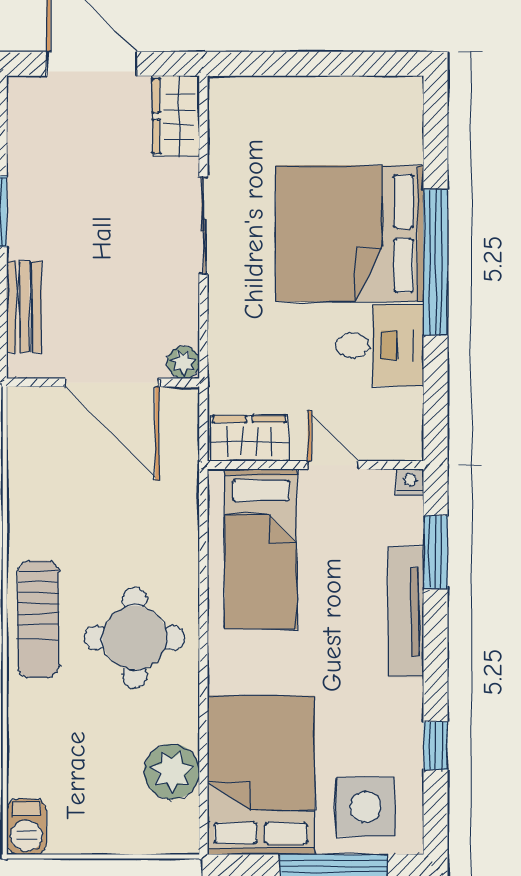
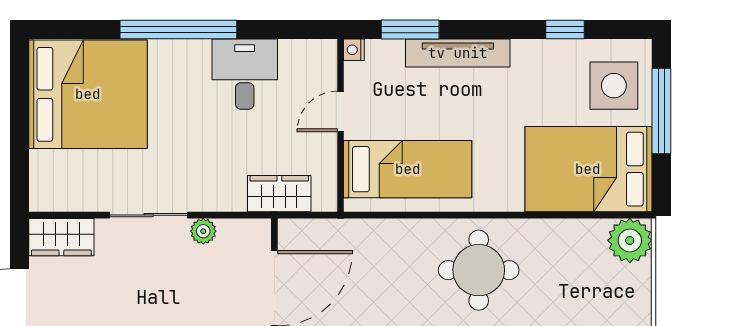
bed: (350, 233) -> (88, 94), moved, turned -90
plant: (183, 362) -> (203, 231), moved
wardrobe: (249, 438) -> (279, 194), moved, turned 90
plant: (172, 772) -> (630, 240), moved

